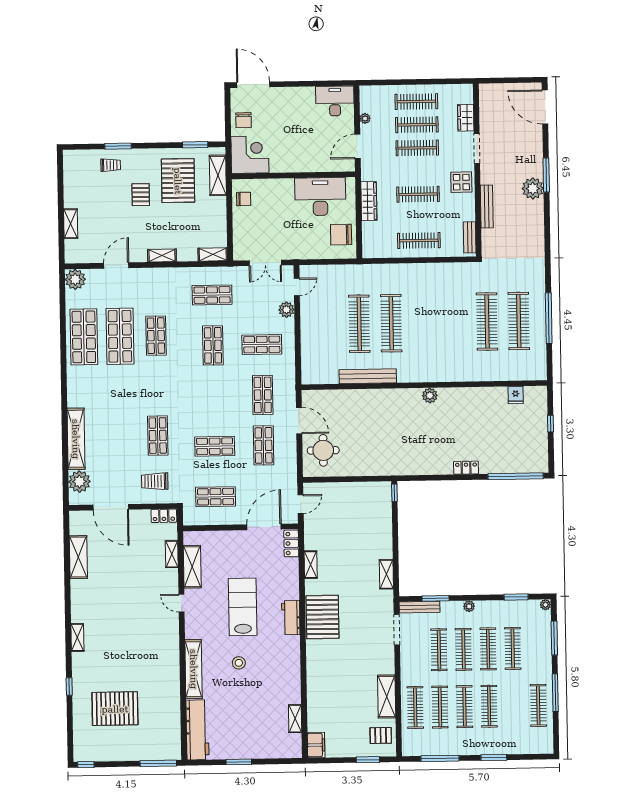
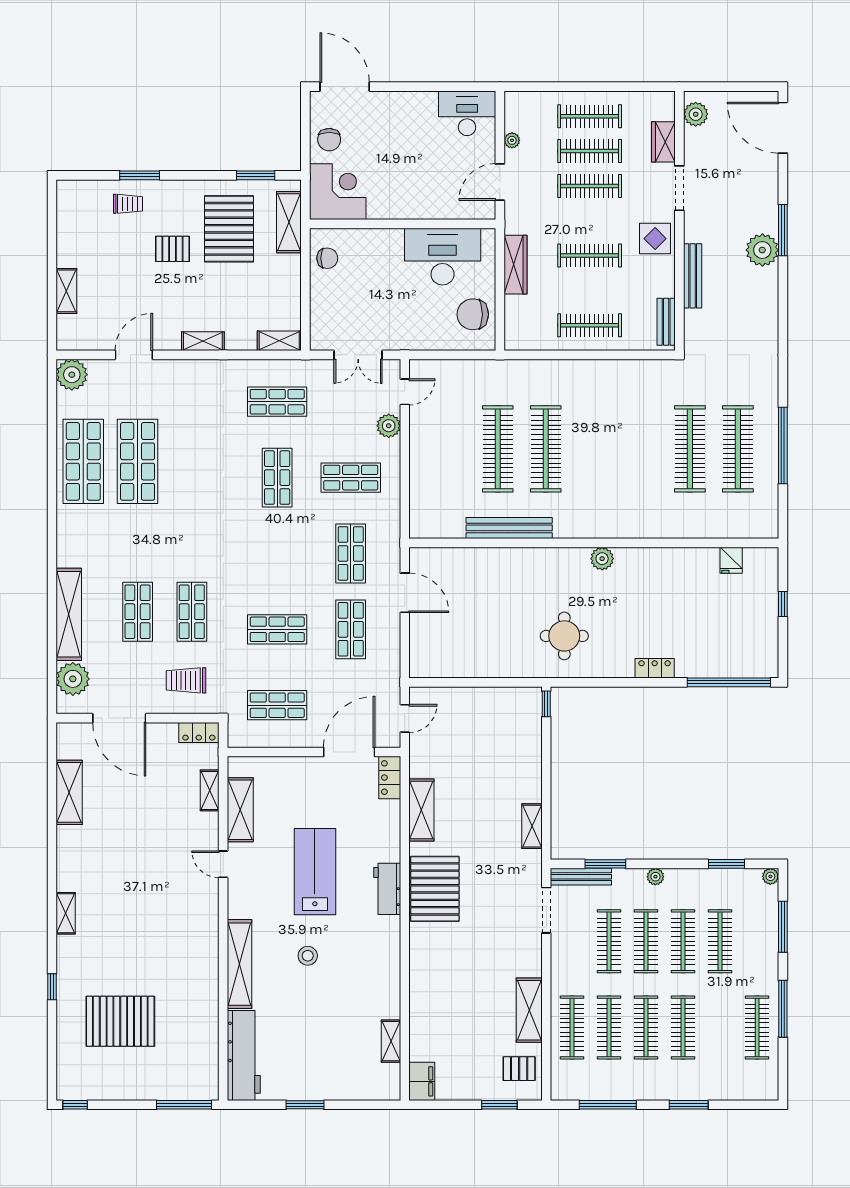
plant: (487, 99) -> (696, 114), added
pallet: (141, 195) -> (172, 249), turned 90
shop shelf: (156, 336) -> (138, 612), moved
round table: (323, 450) -> (564, 636), moved
shelving: (311, 565) -> (421, 810), width x1.50, depth x1.33

